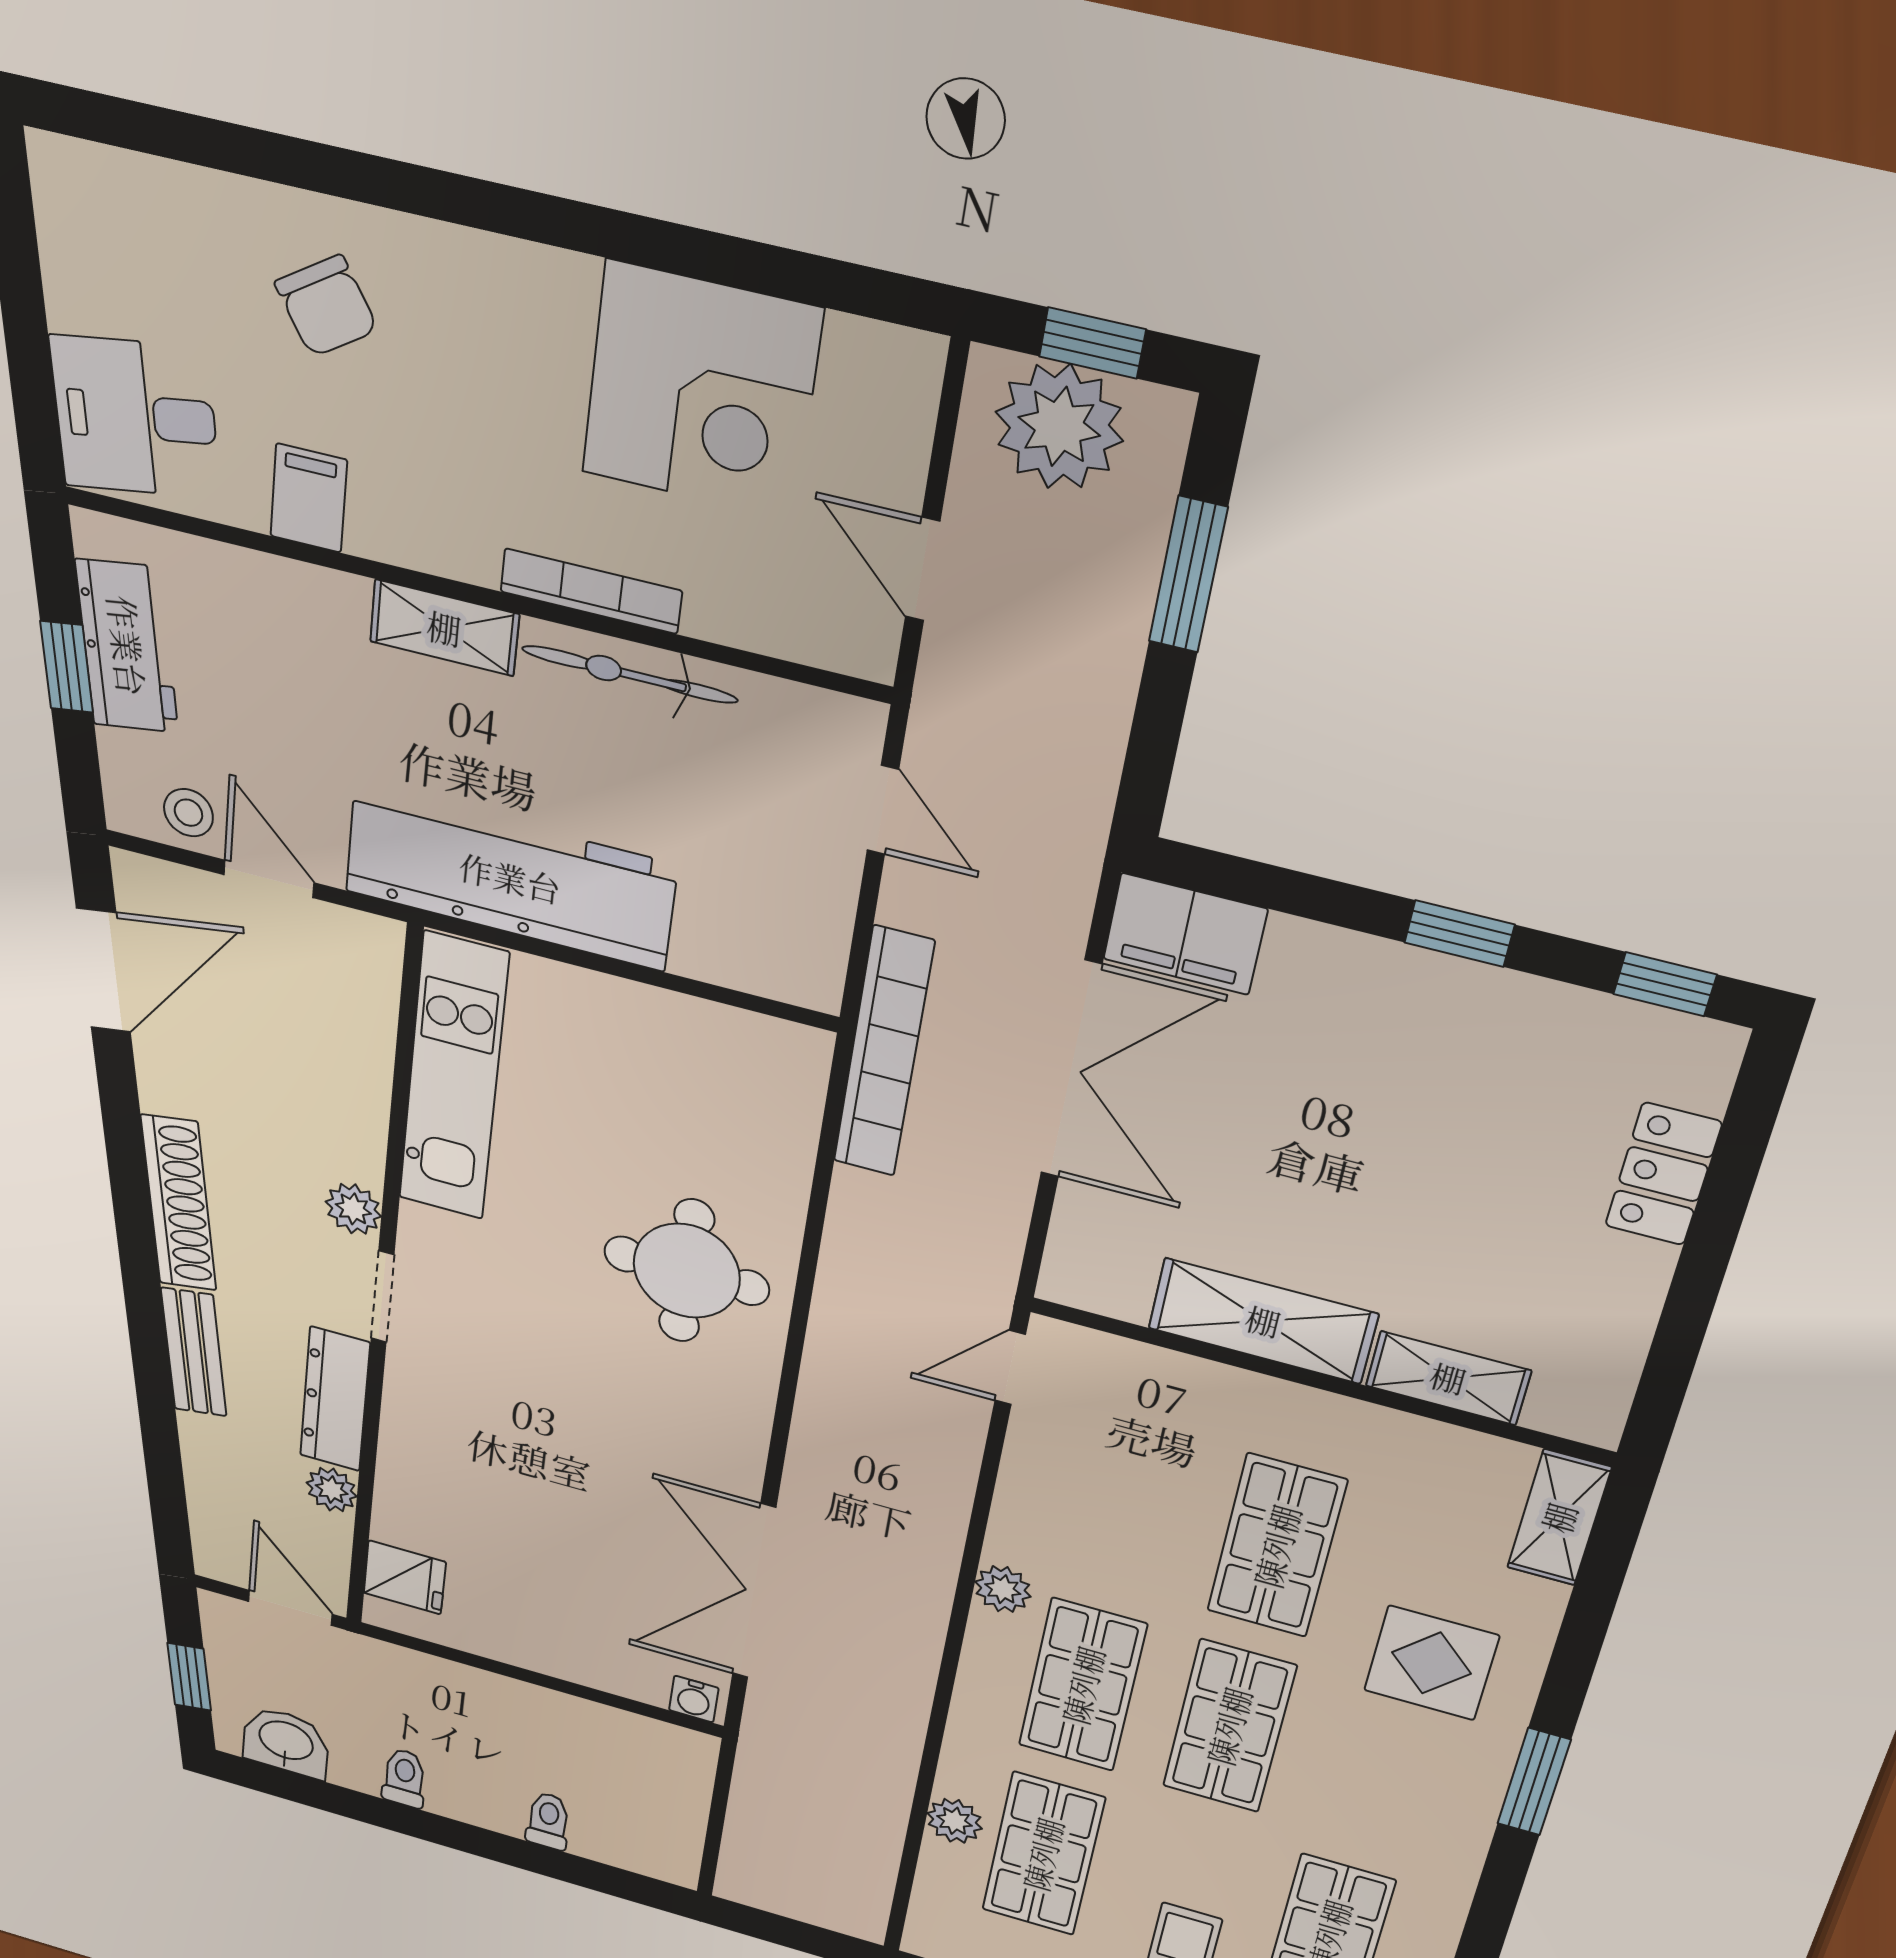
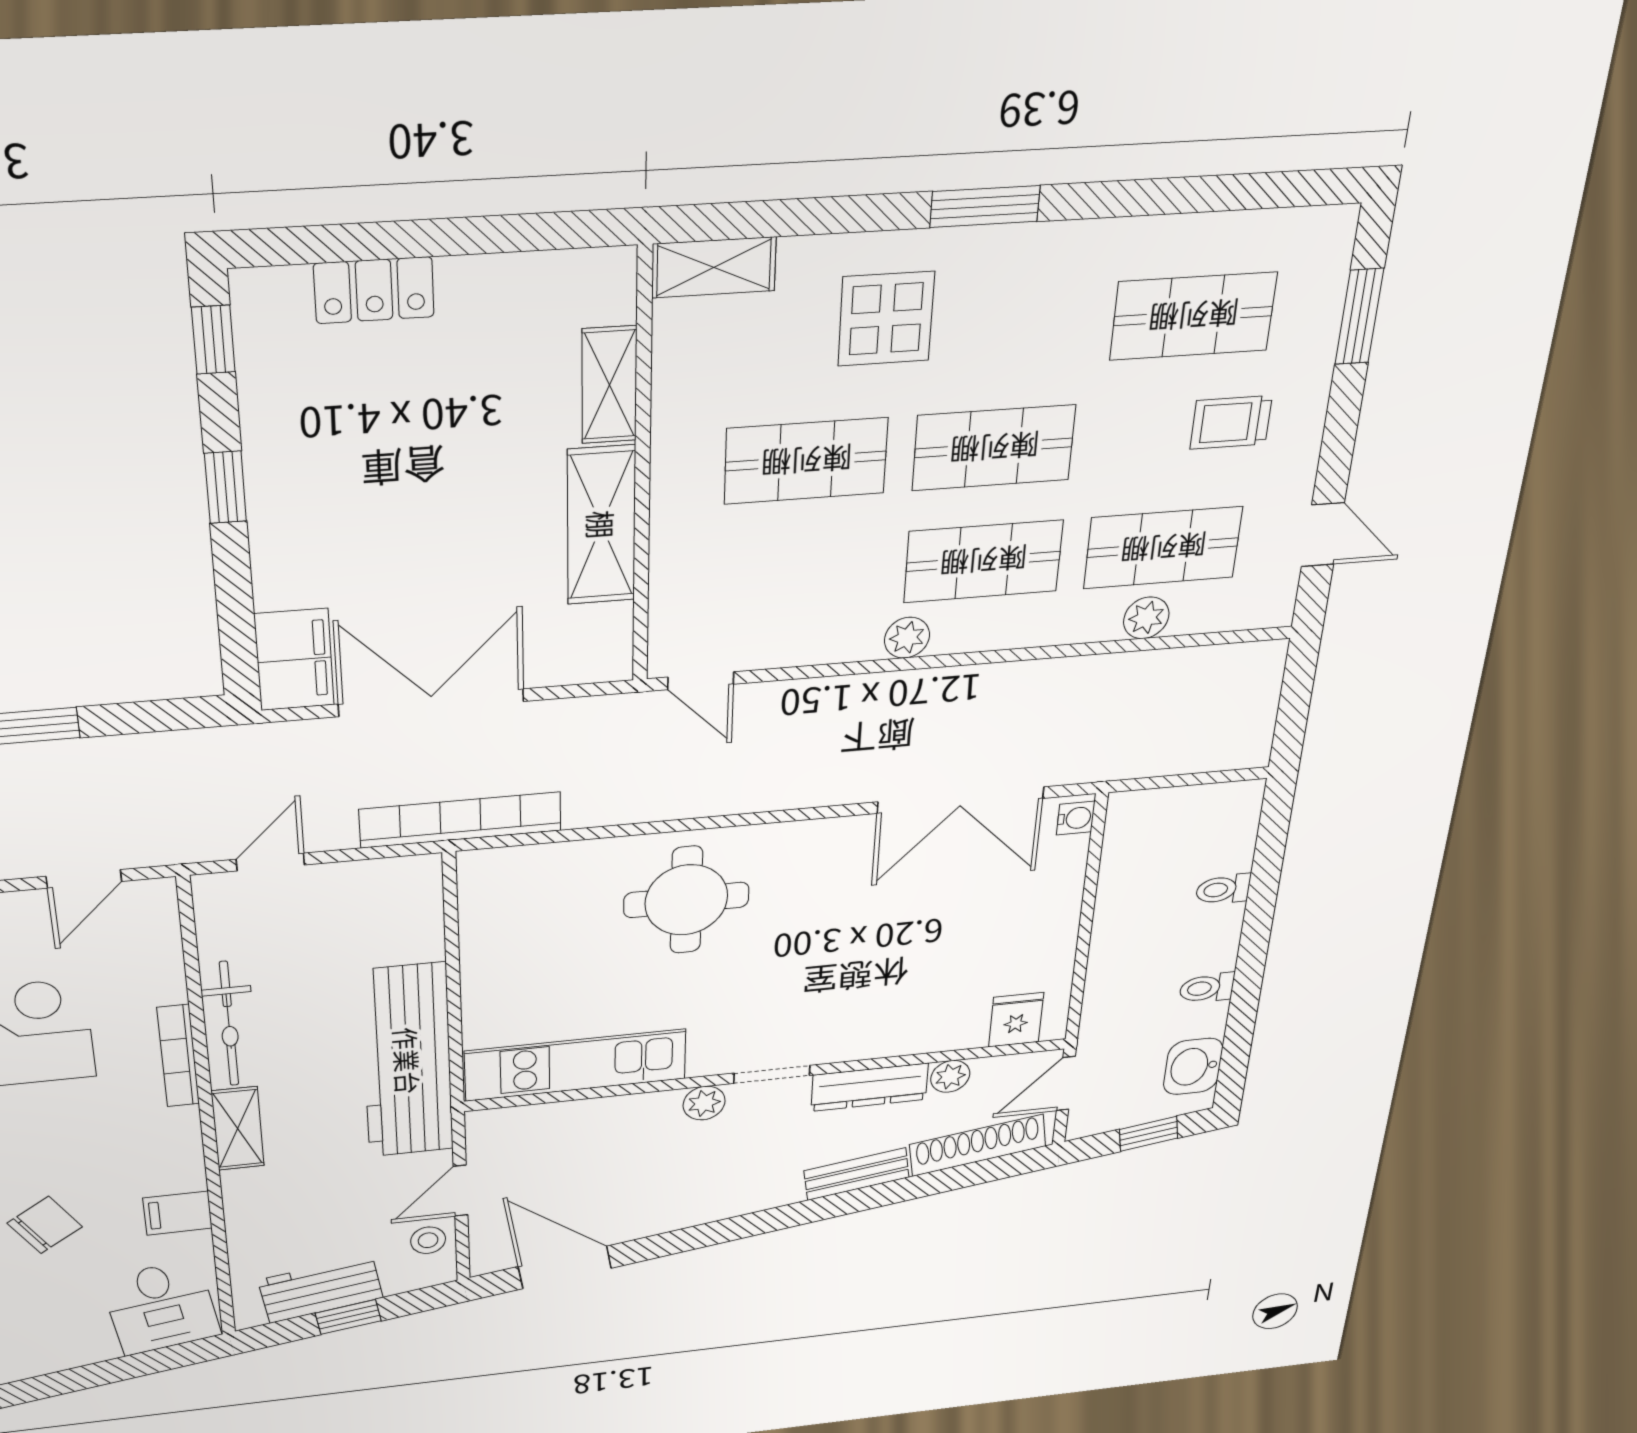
shoe rack: (179, 1203) -> (978, 1145), moved

